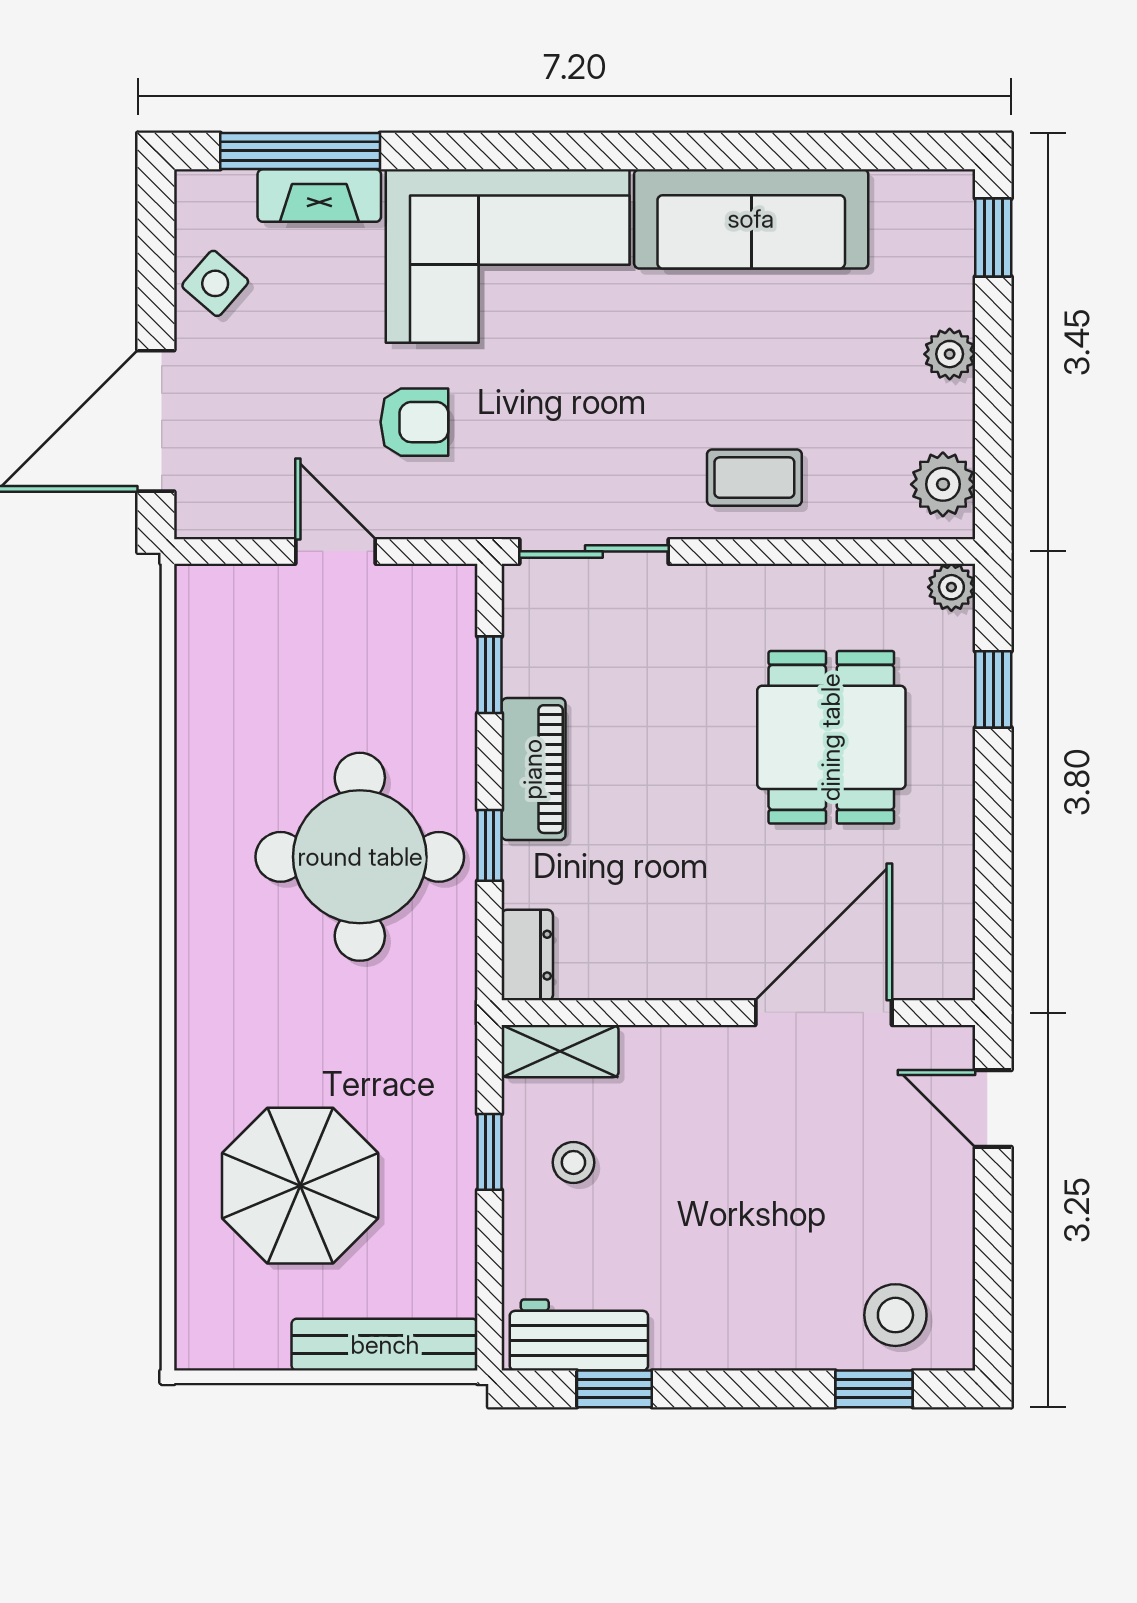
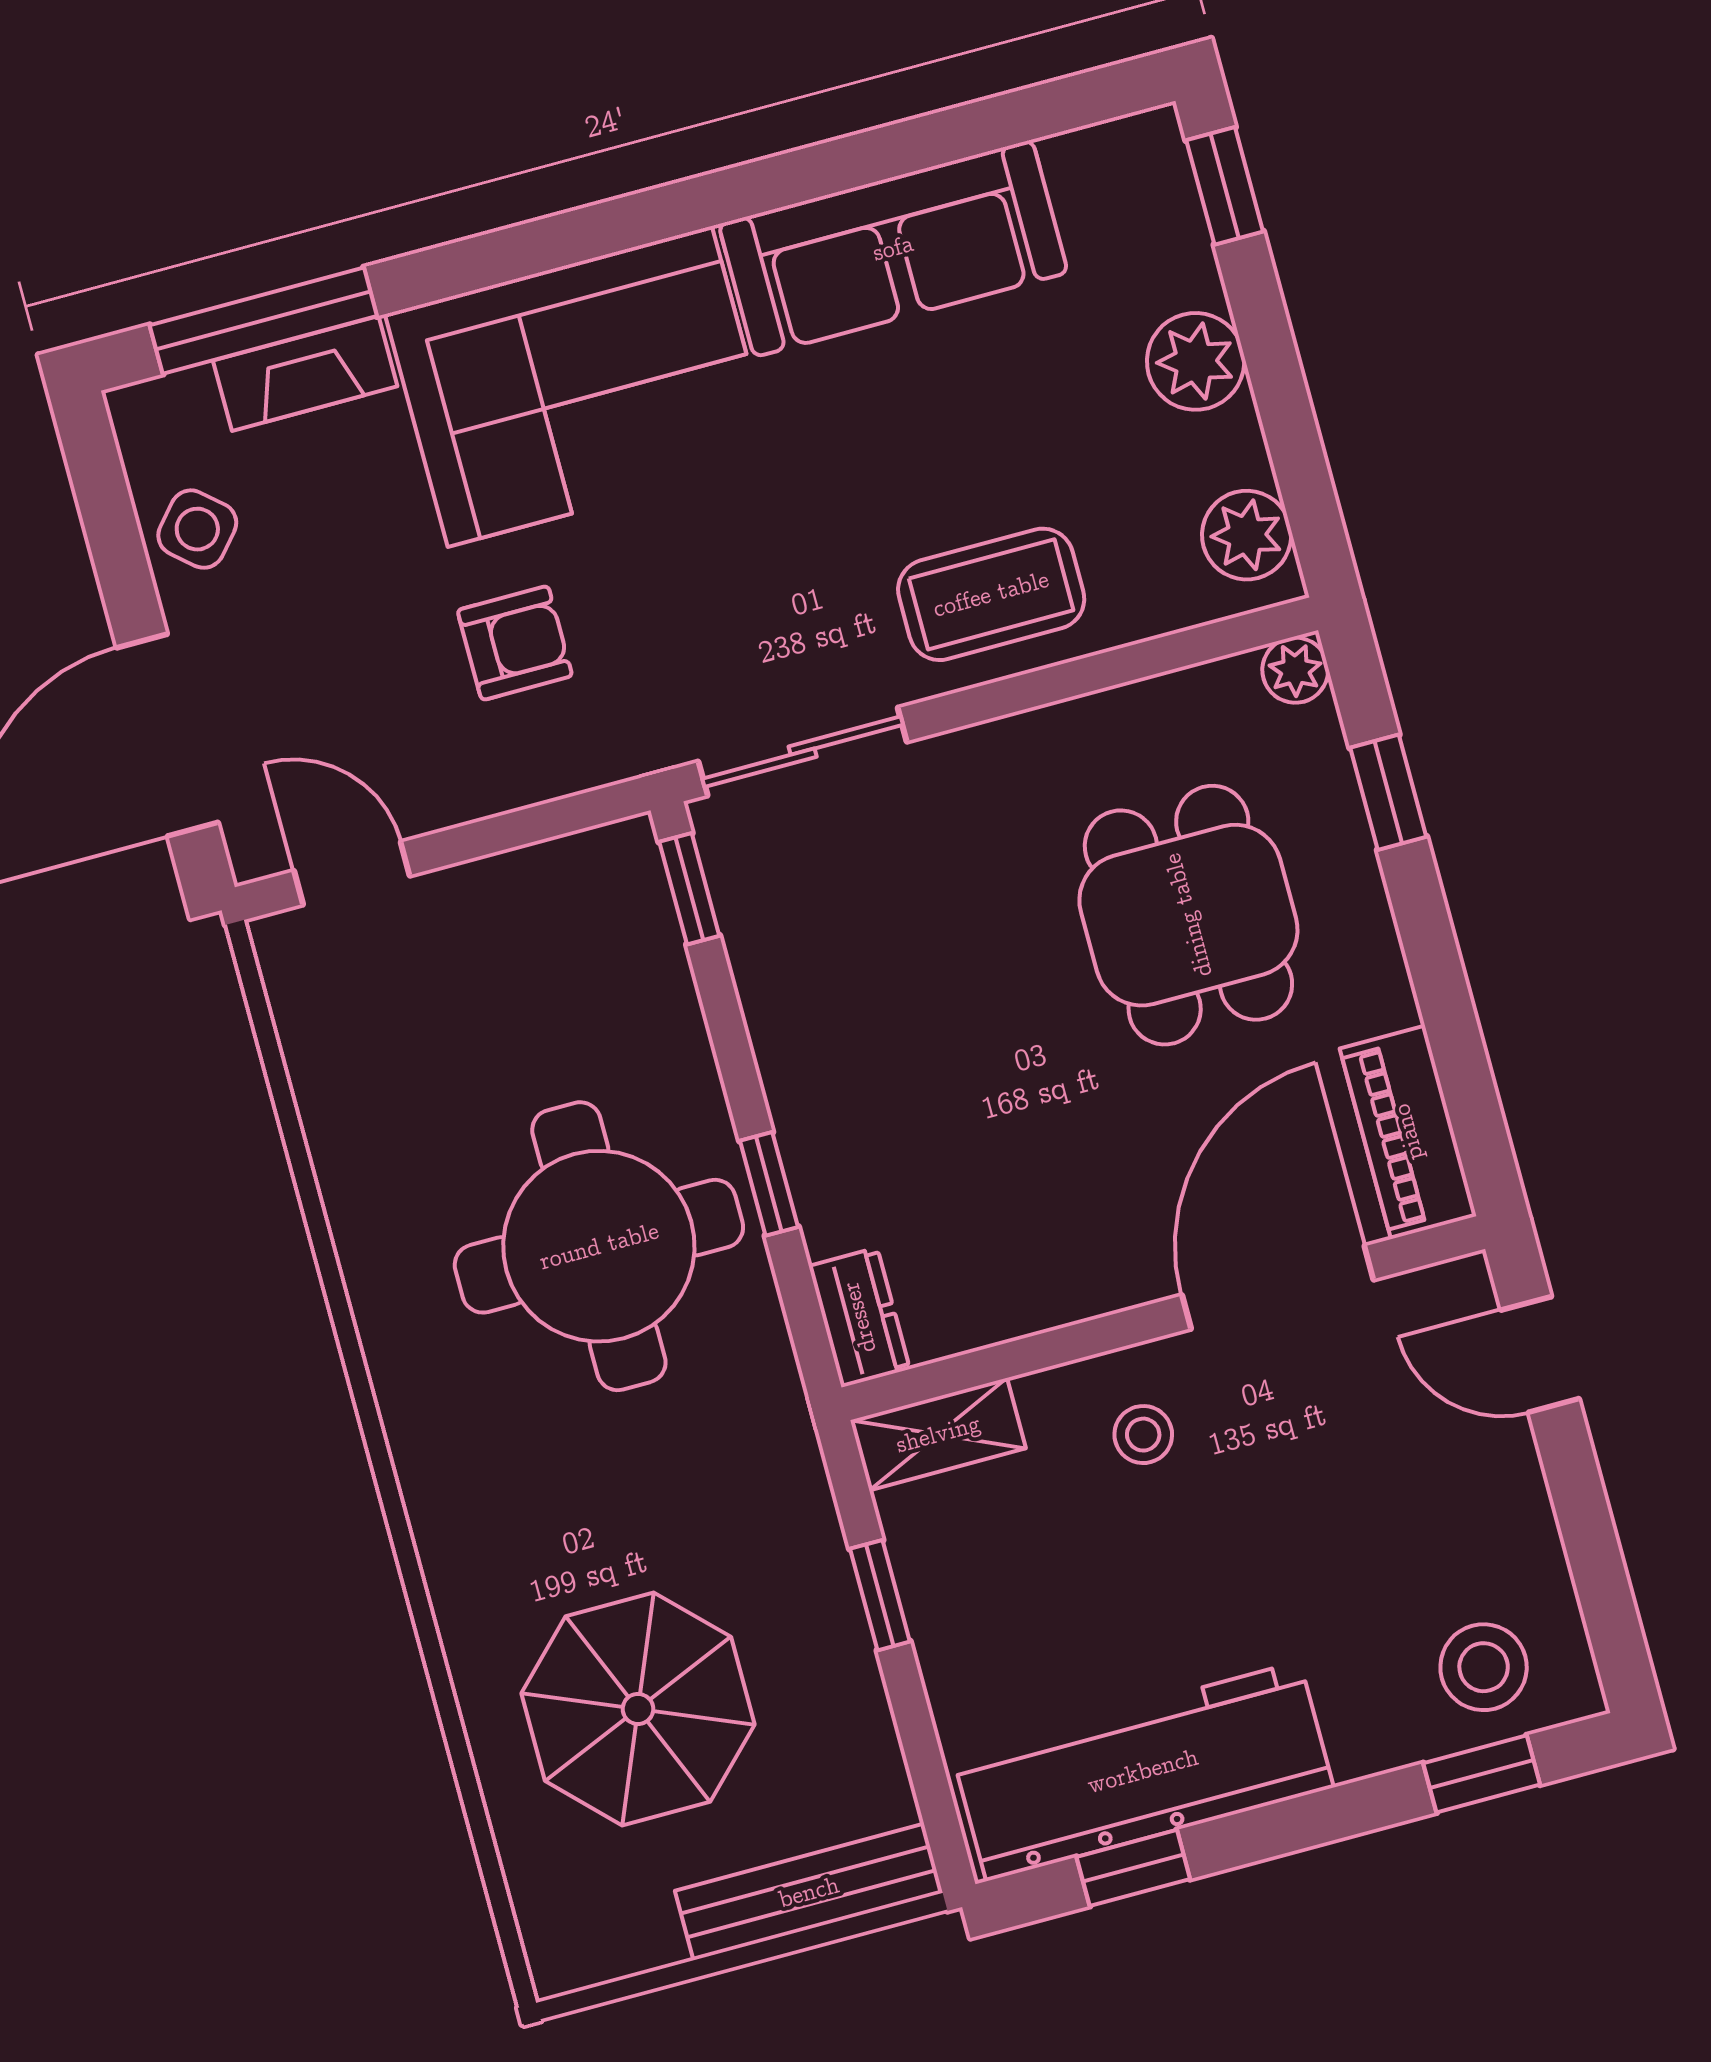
plant: (950, 354) -> (1196, 361), width x1.38, depth x1.38
coffee table: (754, 478) -> (991, 594), width x1.36, depth x1.30
door: (335, 551) -> (352, 873), moved
window: (490, 675) -> (689, 889), moved
piano: (533, 769) -> (1408, 1132), moved, turned 180
stool: (573, 1162) -> (1143, 1435), moved
workbench: (579, 1335) -> (1143, 1771), width x1.88, depth x1.32

